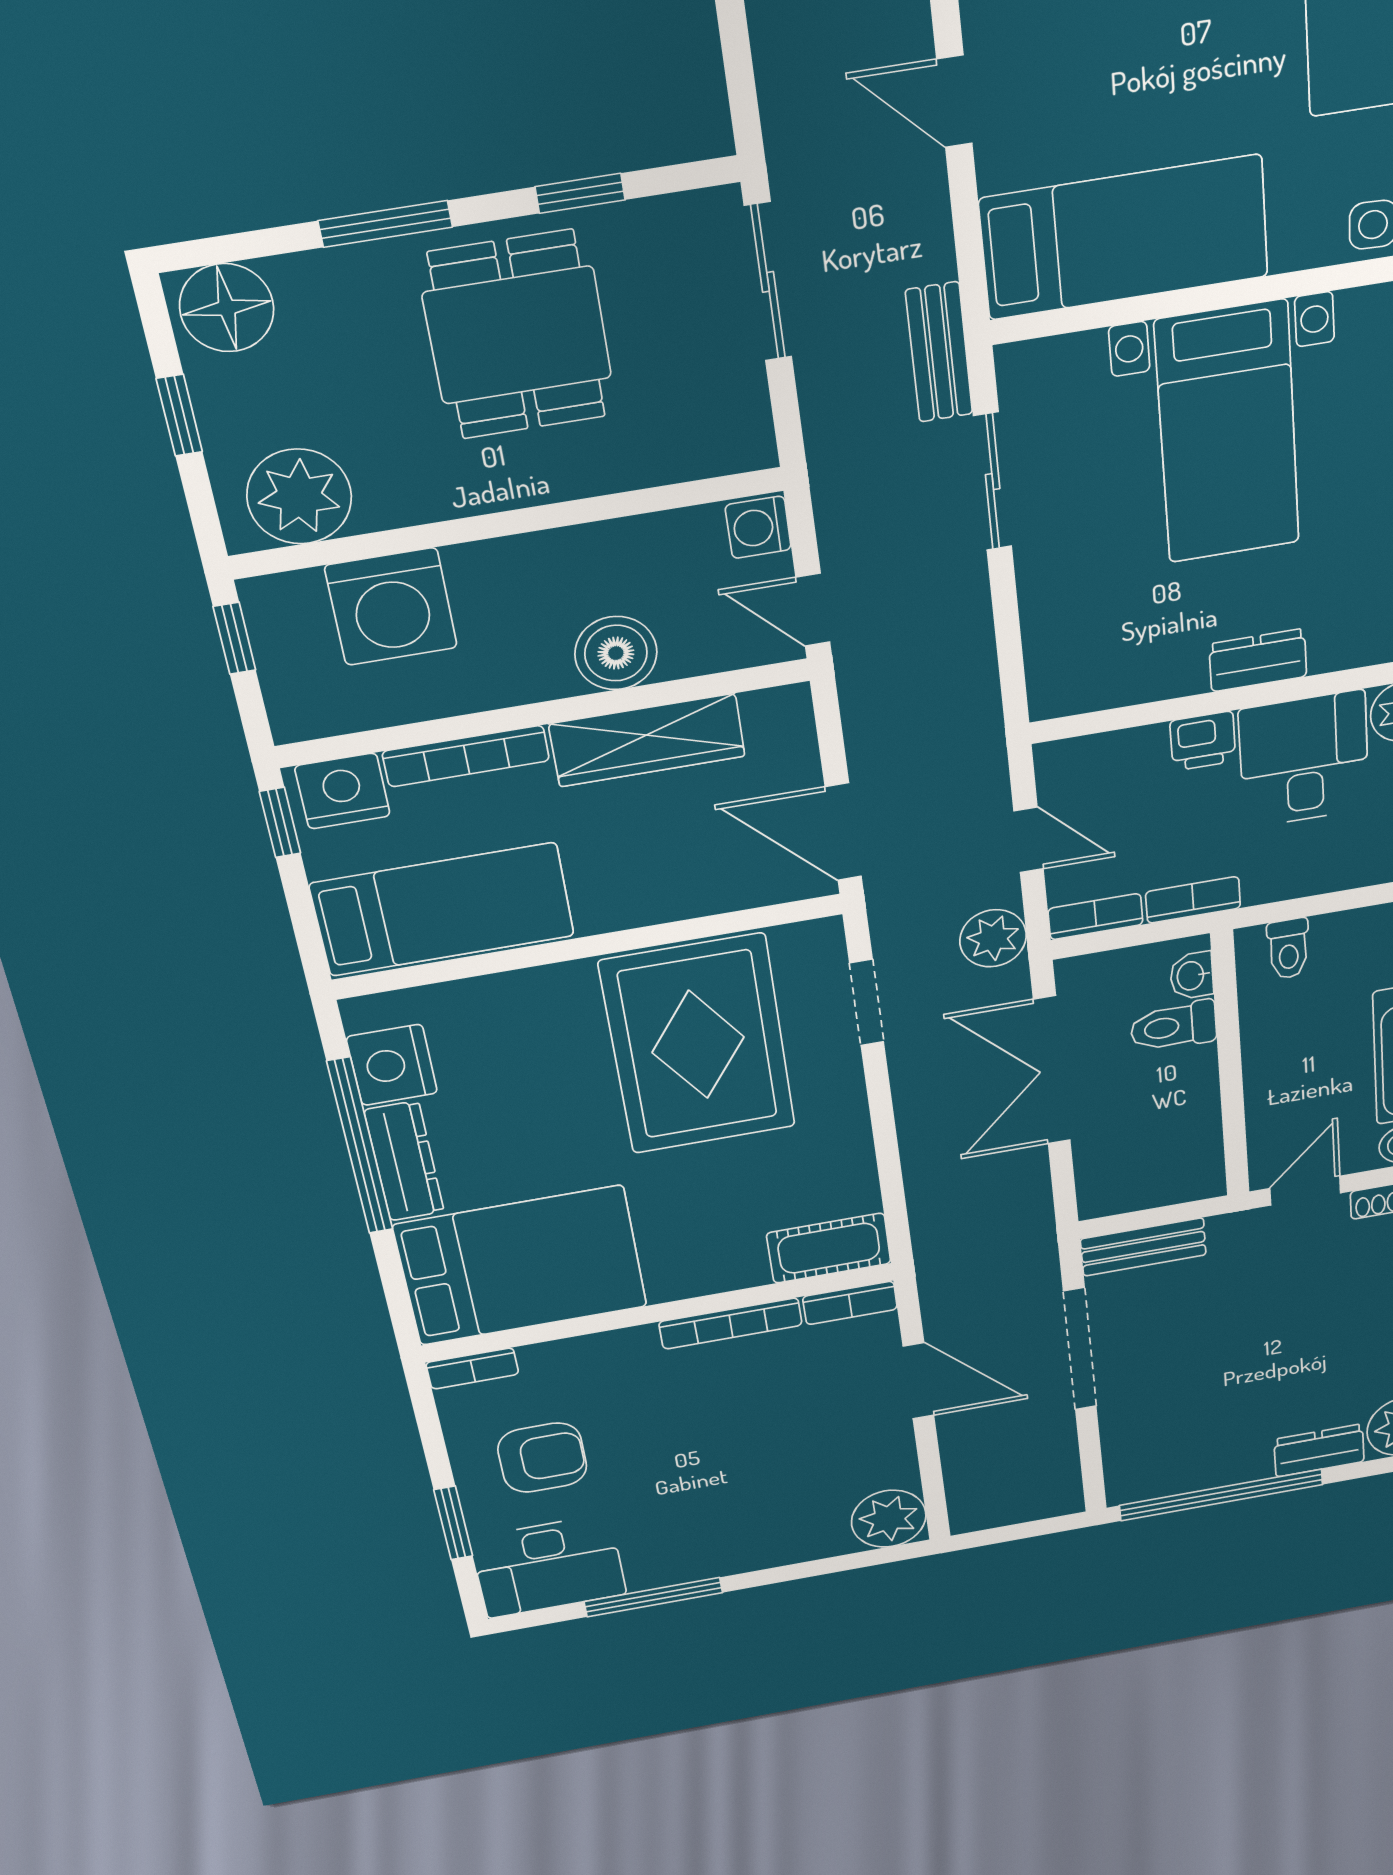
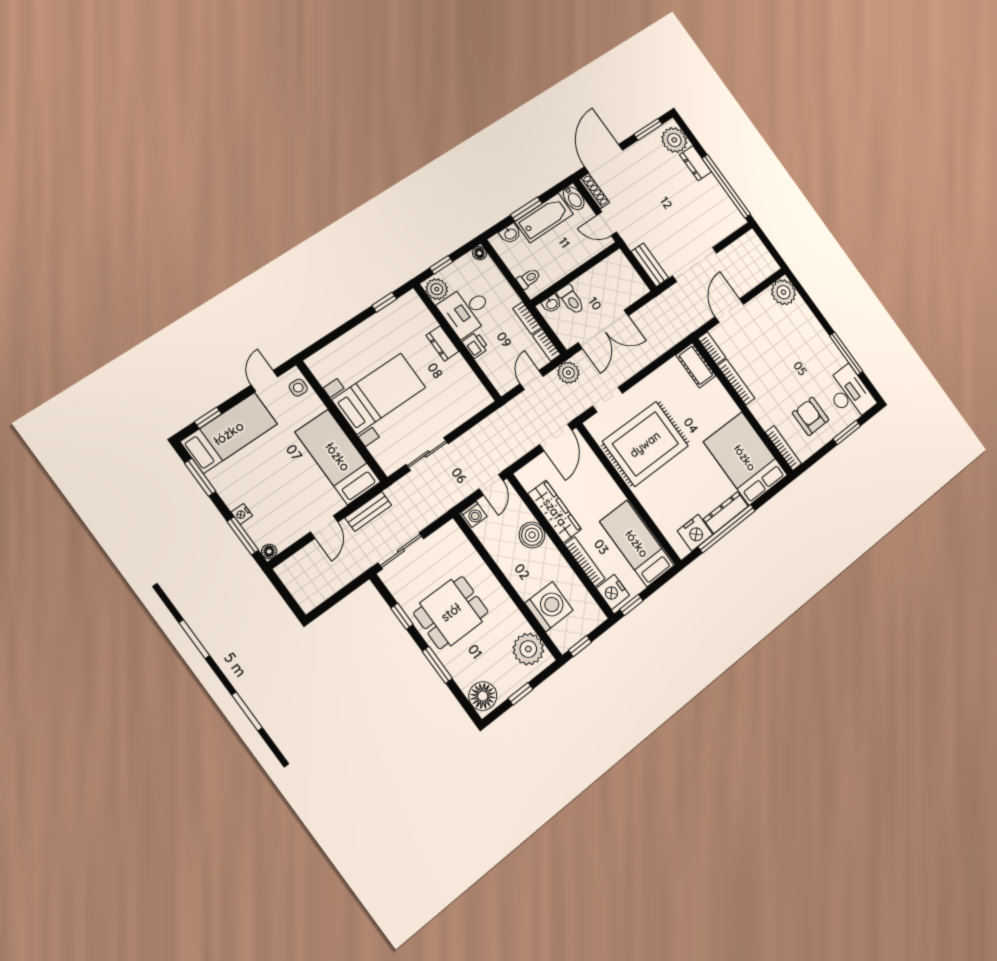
bench: (939, 352) -> (368, 511), moved
bookcase: (472, 1368) -> (783, 448), width x1.56

